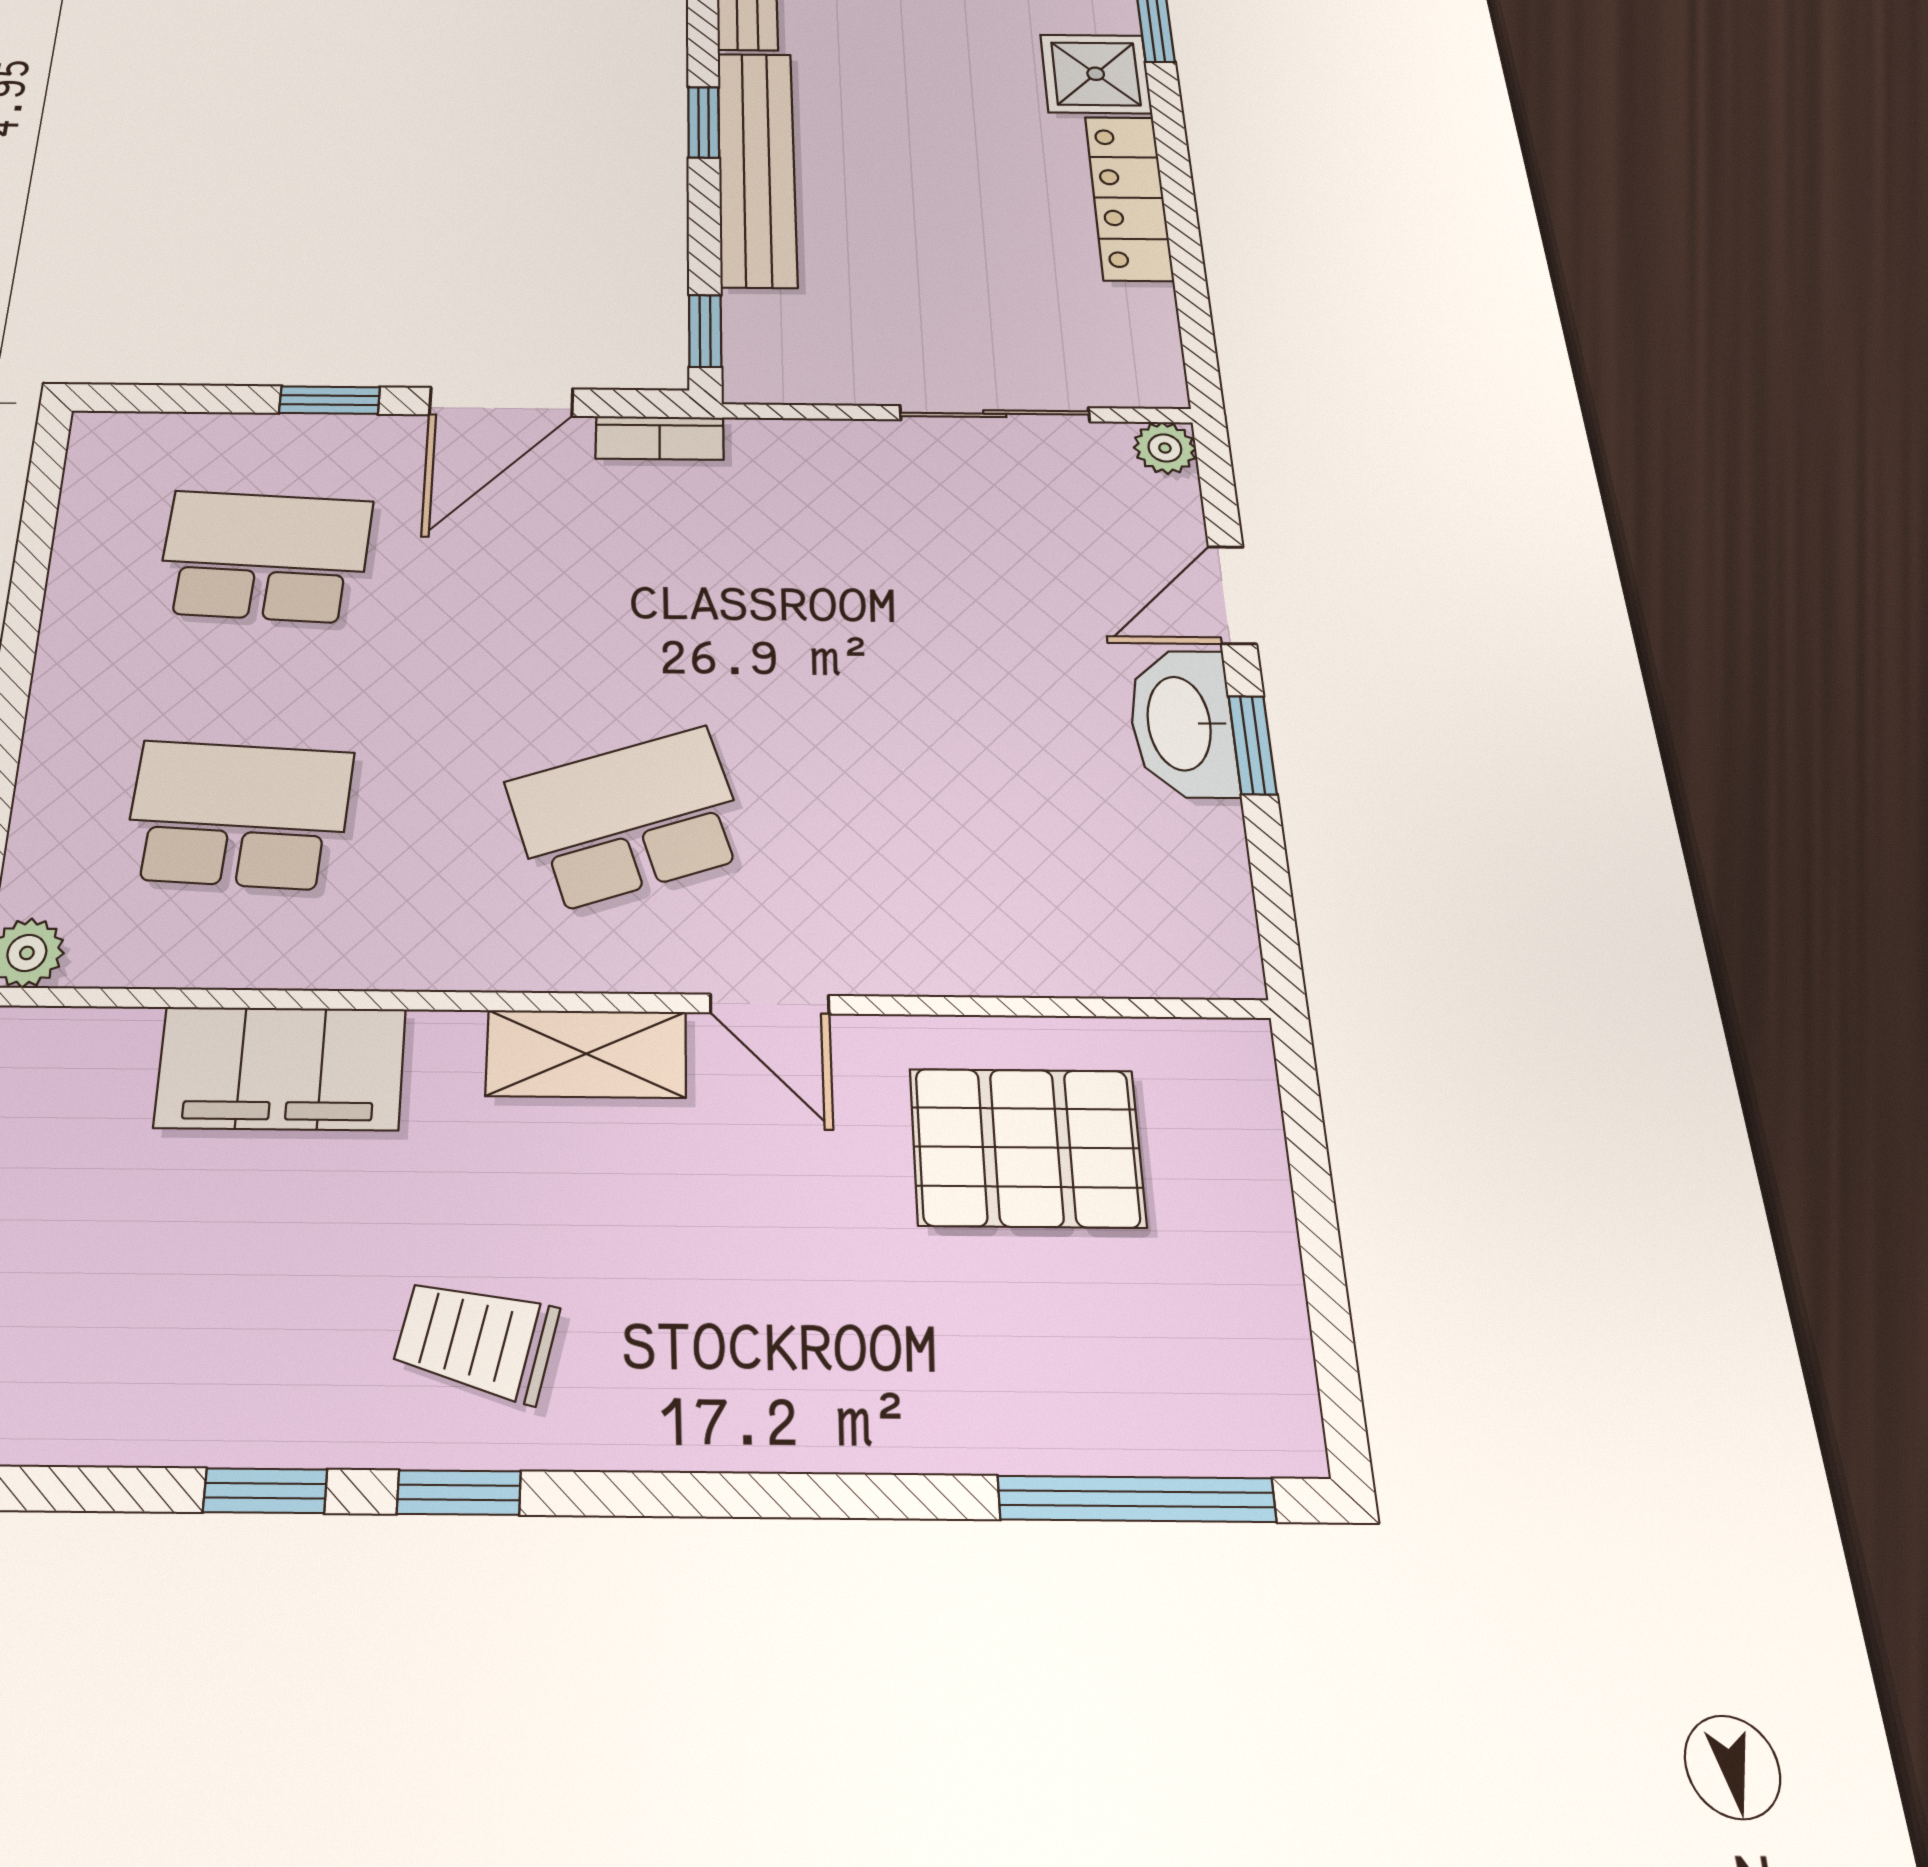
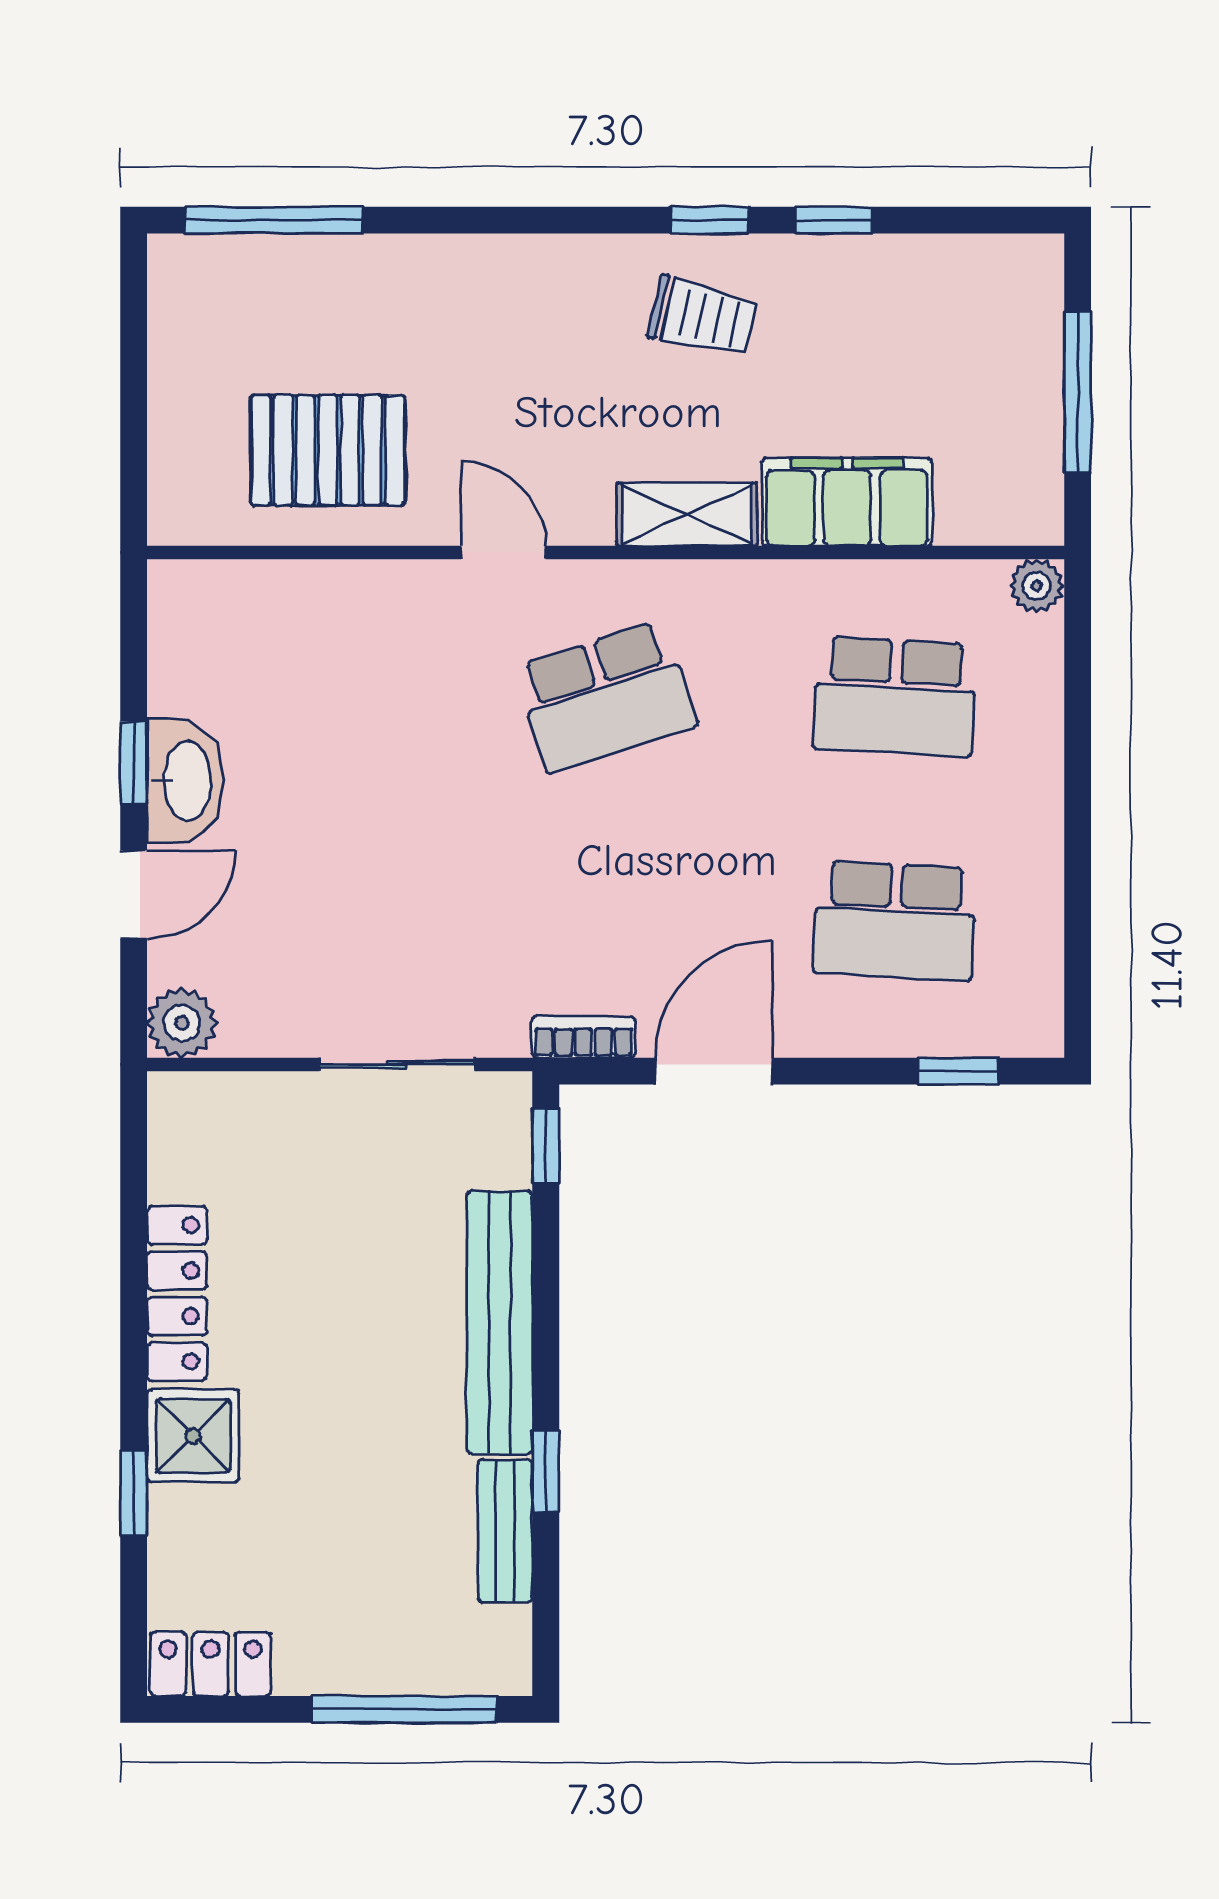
window: (704, 122) -> (546, 1471), moved
window: (330, 400) -> (958, 1071), moved
sliding door: (995, 414) -> (397, 1064), moved
plant: (1165, 448) -> (182, 1023), width x1.38, depth x1.38
shelving: (586, 1054) -> (687, 514), moved

